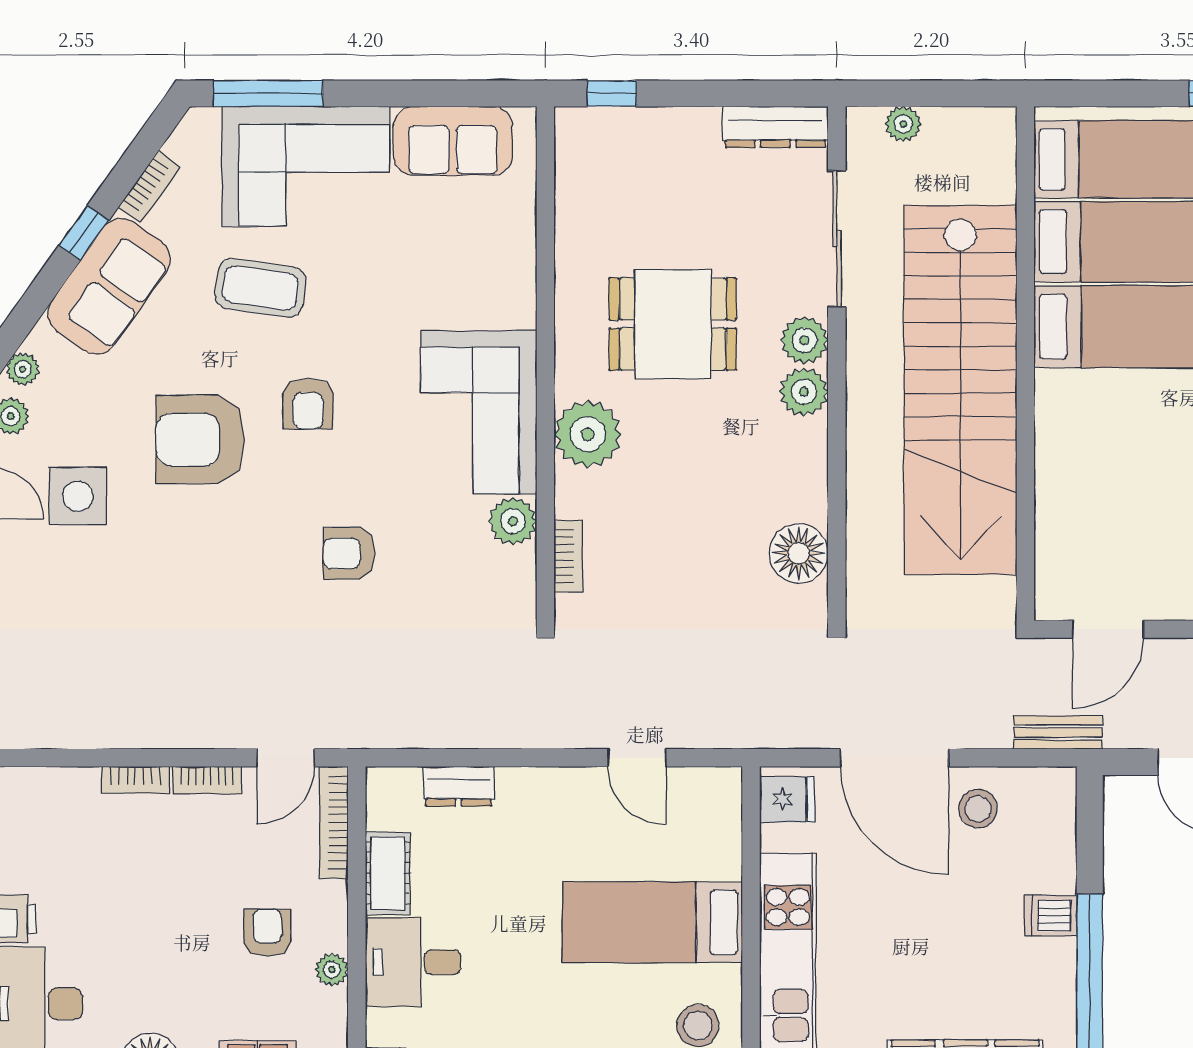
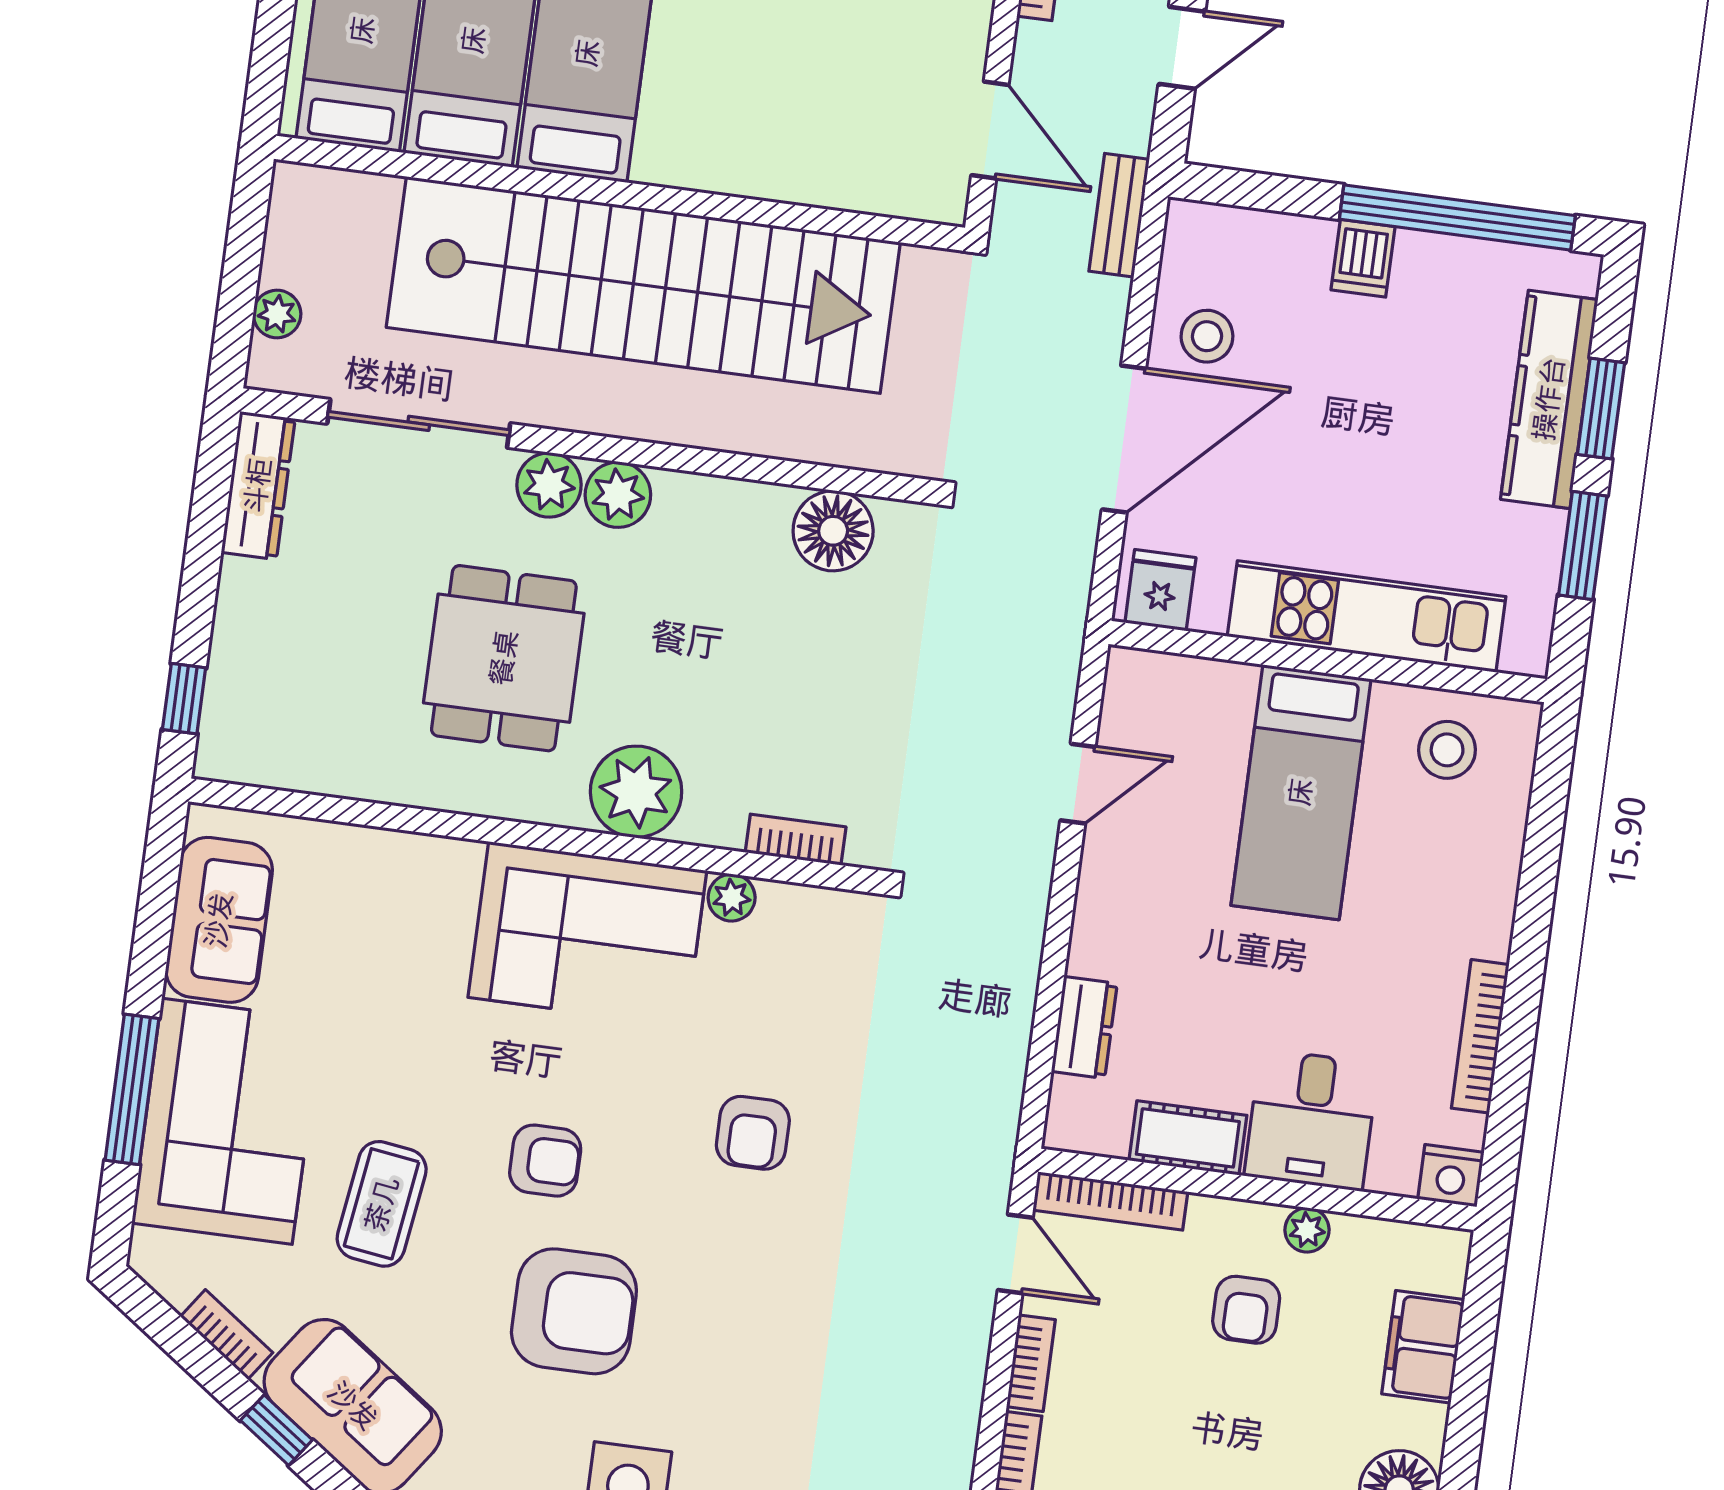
window: (268, 93) -> (132, 1089), moved
armchair: (200, 440) -> (574, 1311), turned -90
plant: (513, 521) -> (732, 898), width x0.73, depth x0.73
armchair: (267, 933) -> (1246, 1310), turned -90

